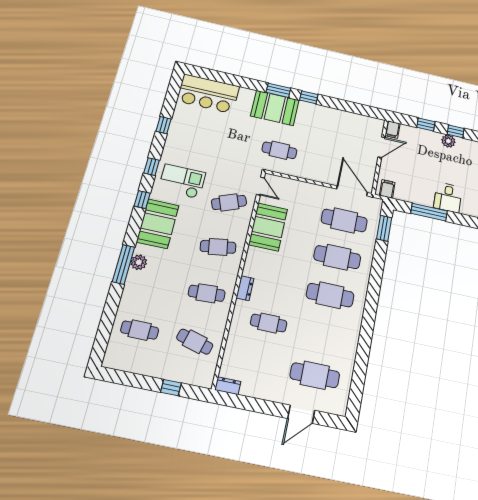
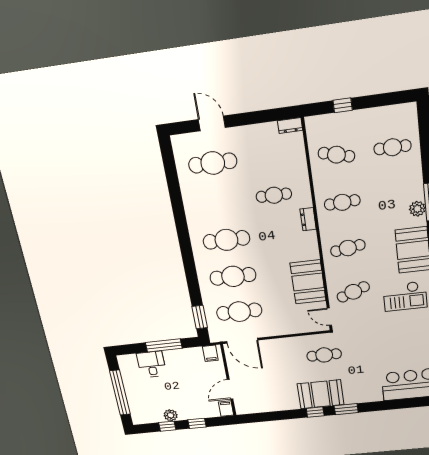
booth: (275, 108) -> (321, 394), moved
door: (301, 414) -> (212, 124), hinge flipped

